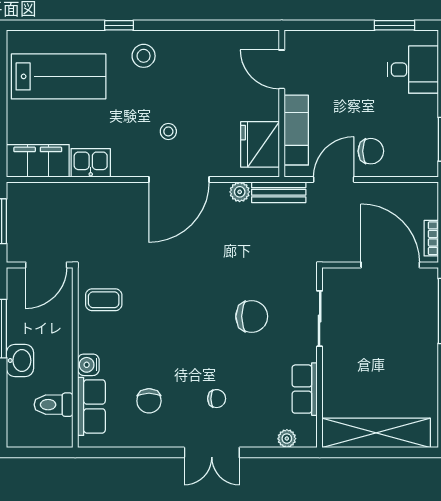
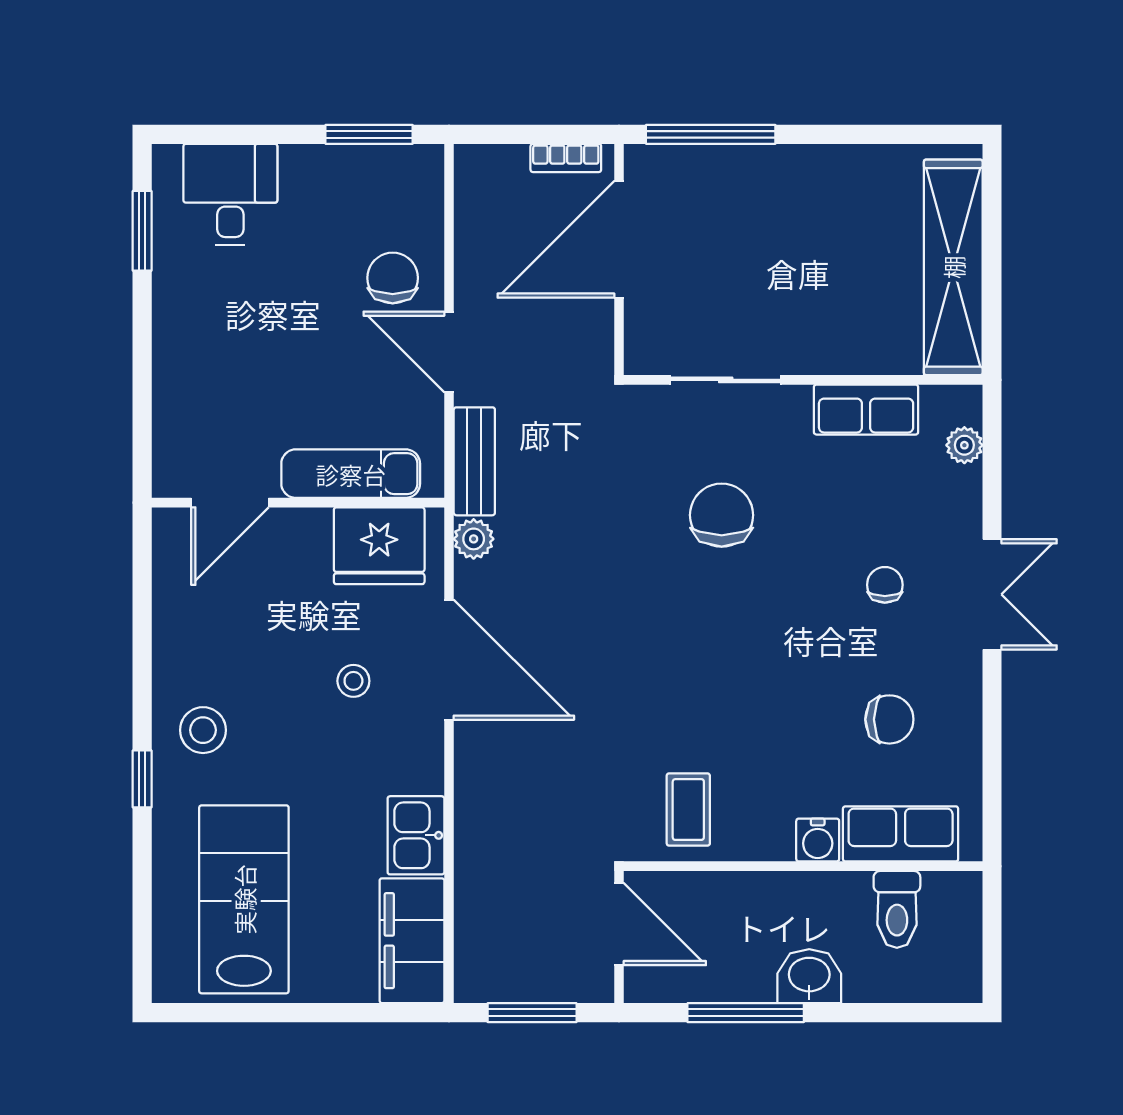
door: (282, 69) -> (230, 503), moved
wall: (282, 104) -> (298, 503), moved
exam couch: (296, 130) -> (351, 474), moved
fridge: (260, 144) -> (379, 546), moved

